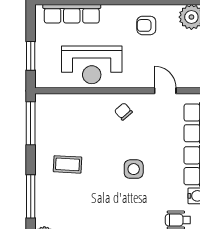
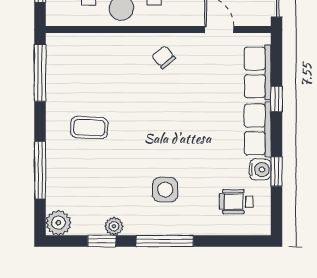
side table: (134, 169) -> (165, 190), moved

